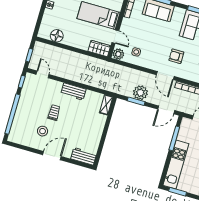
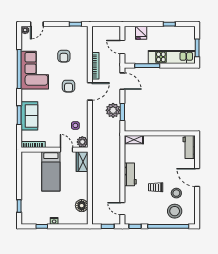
door: (115, 37) -> (66, 150), hinge flipped
door: (43, 74) -> (122, 209), hinge flipped
stool: (25, 124) -> (175, 211), added

